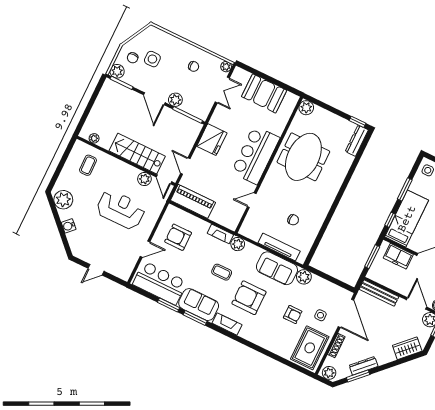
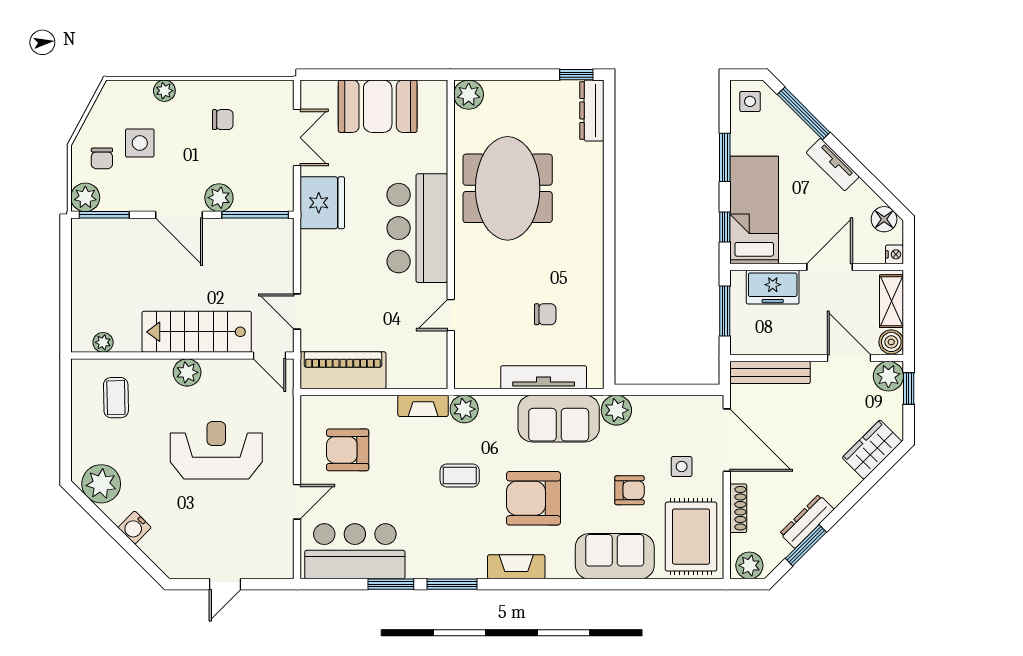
plant: (226, 67) -> (164, 91), moved
fridge: (212, 140) -> (322, 203), moved
plant: (144, 179) -> (187, 372), moved
sofa: (199, 305) -> (615, 556), moved

